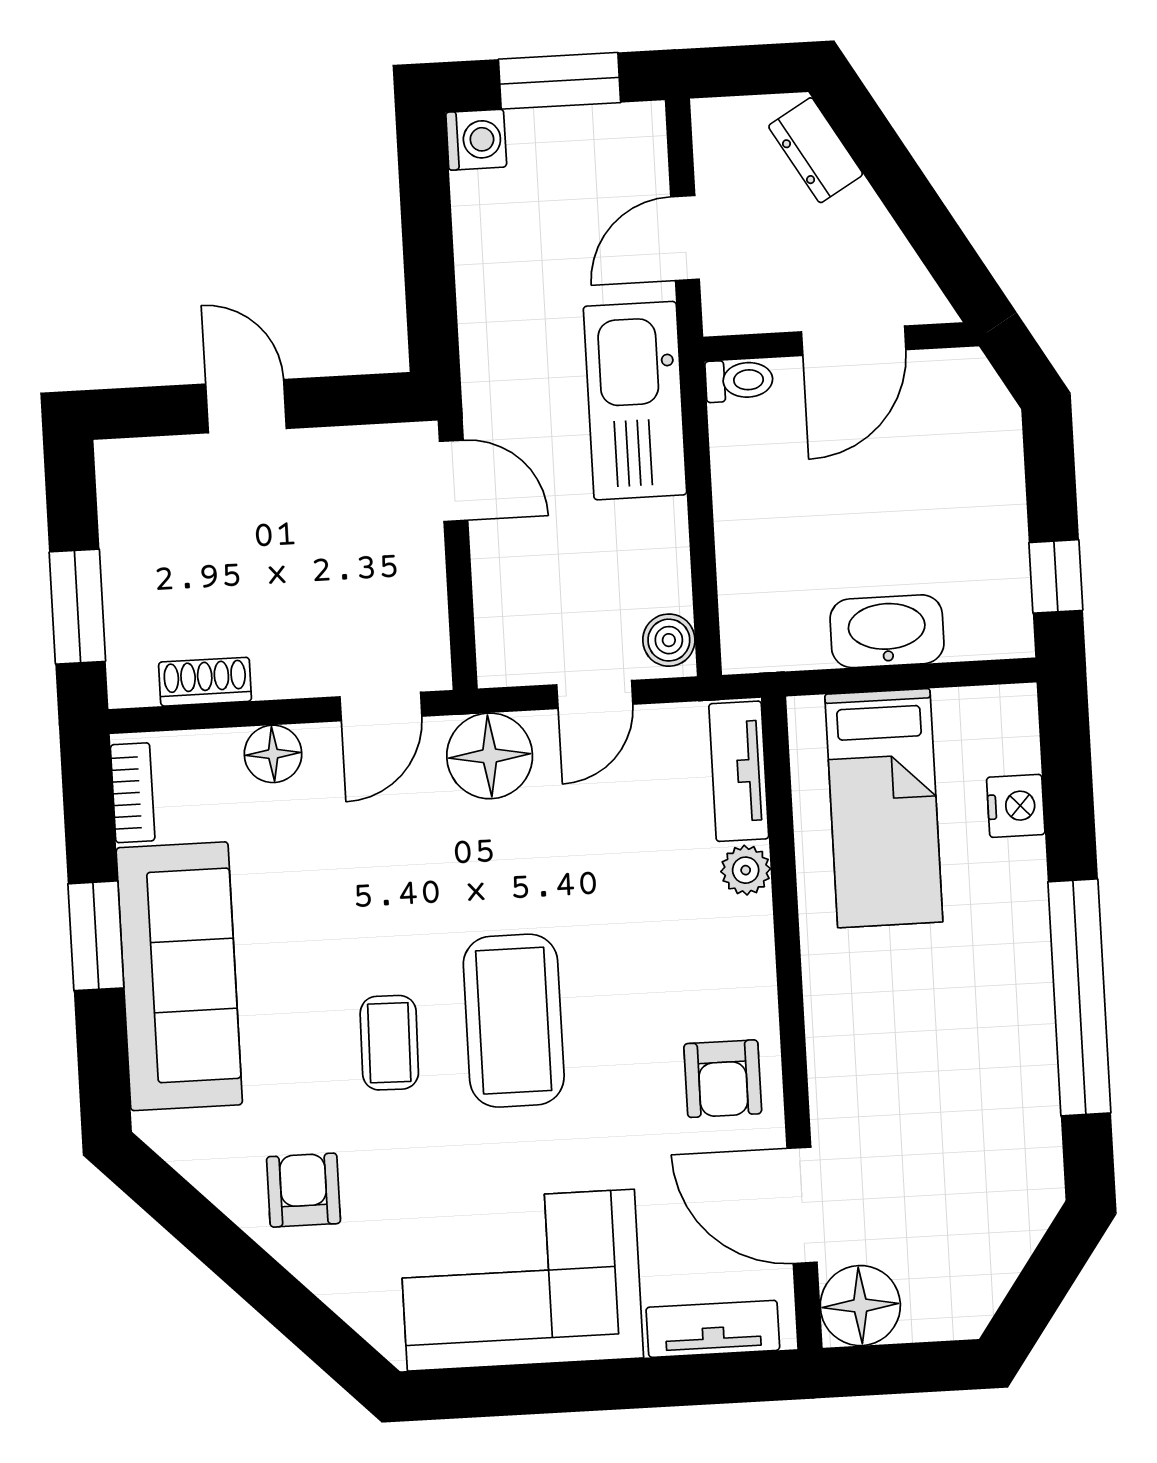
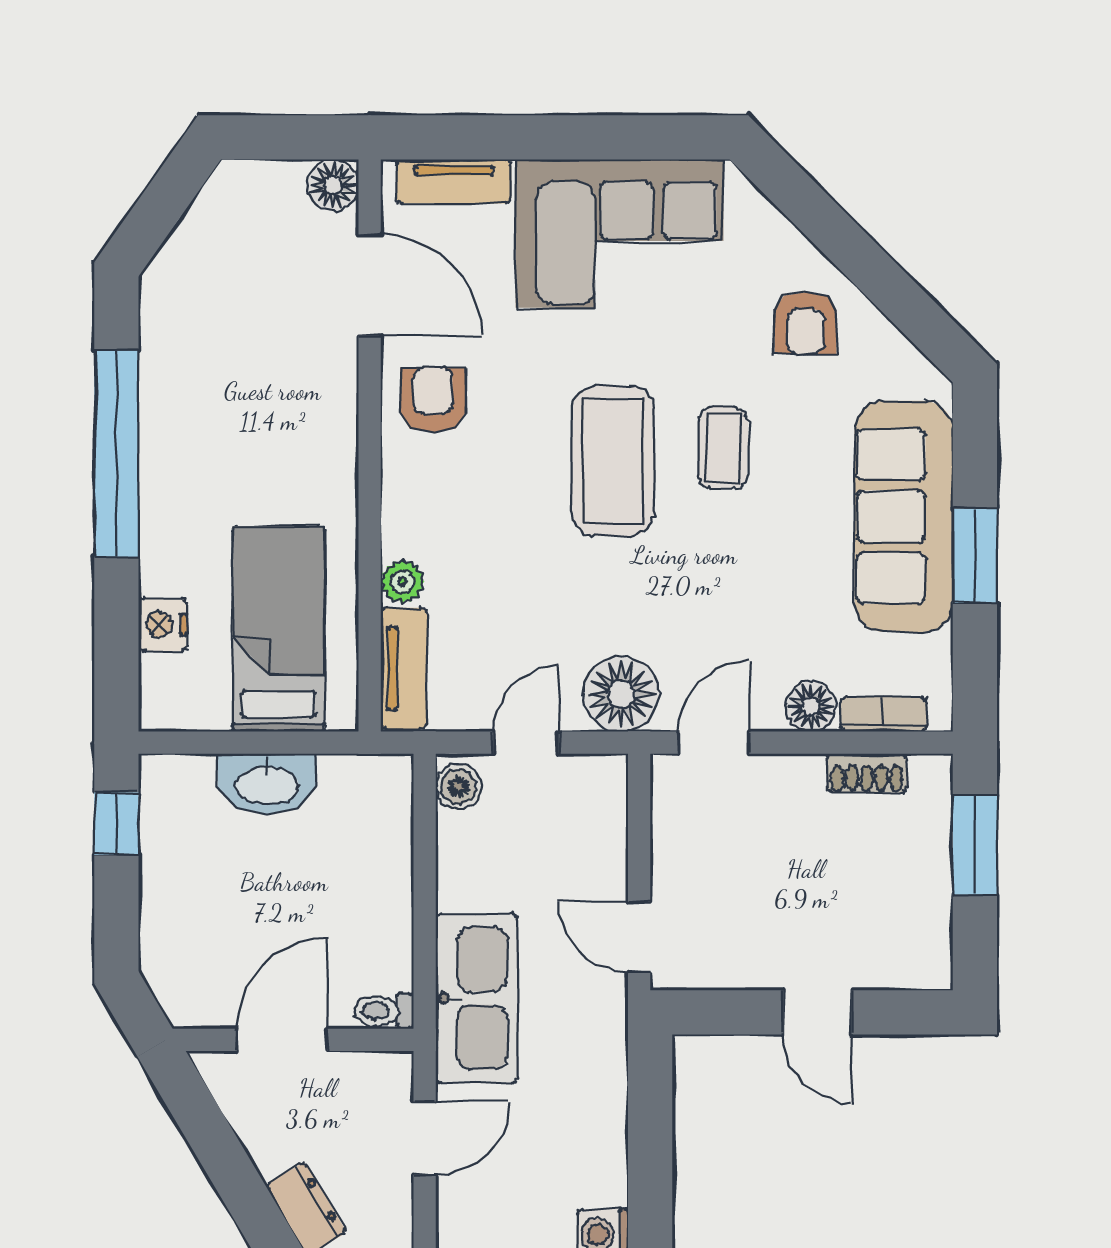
bookcase: (133, 793) -> (883, 714), moved, turned 90
floor lamp: (860, 1306) -> (333, 185), width x0.73, depth x0.73

